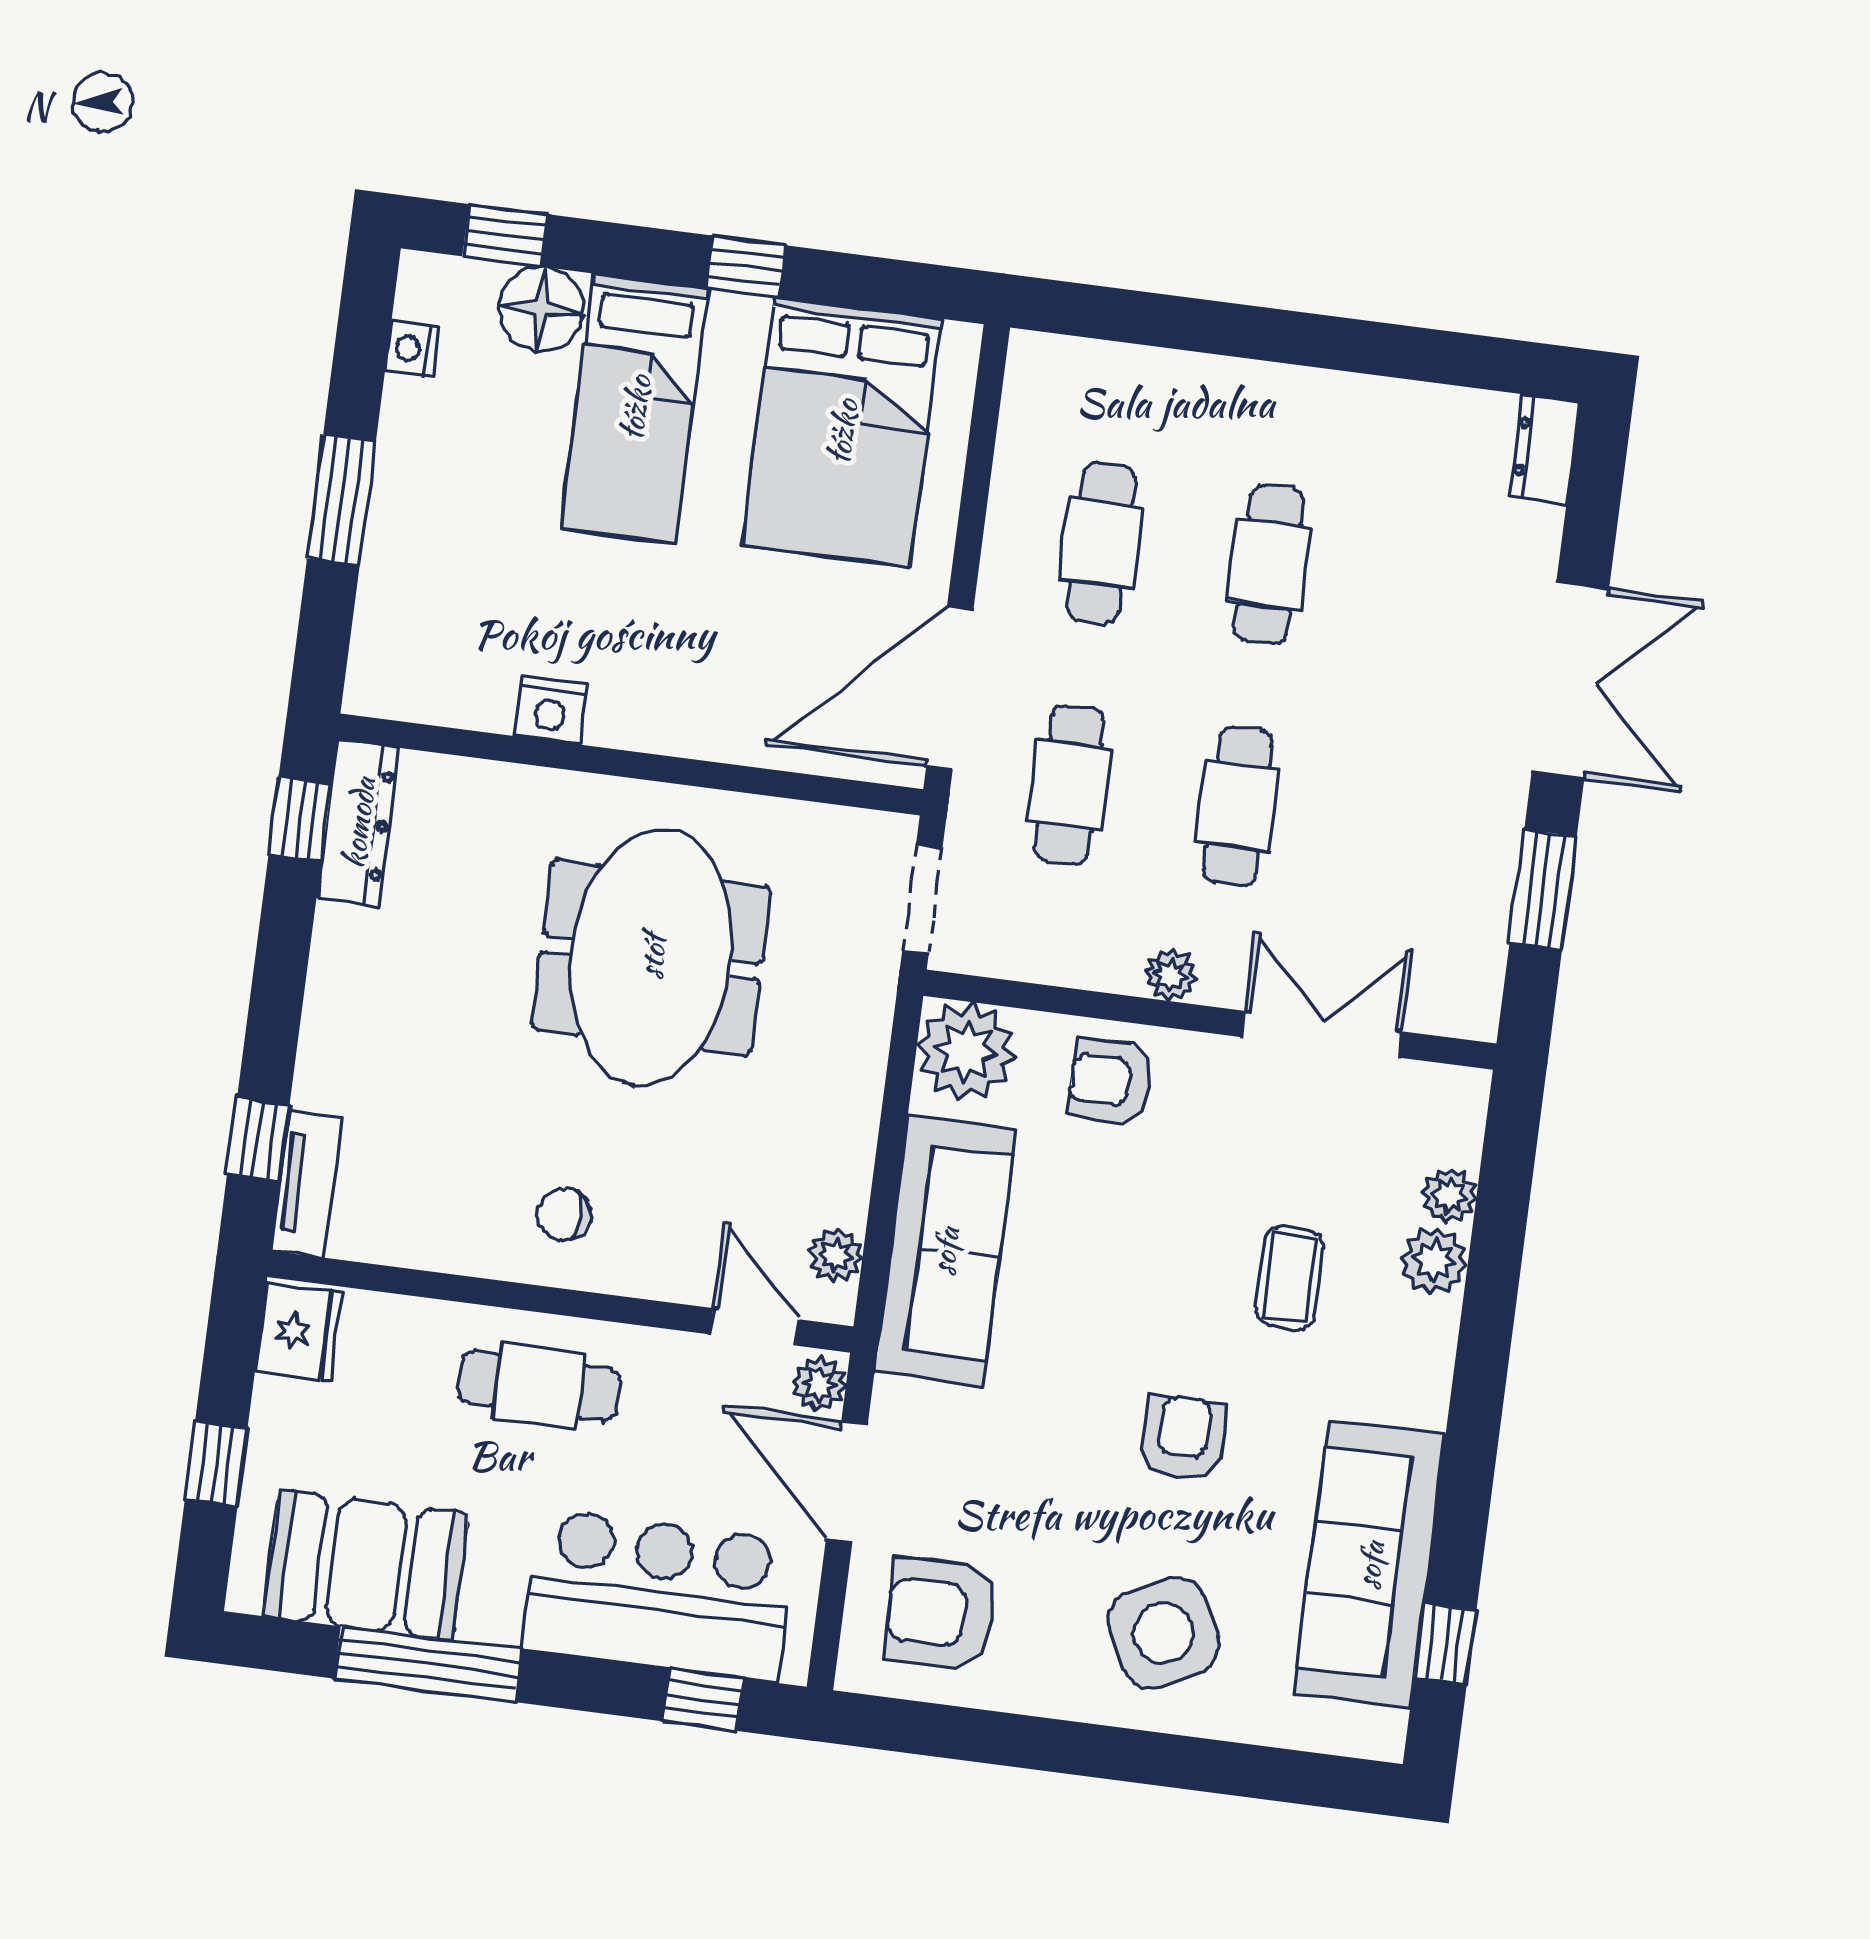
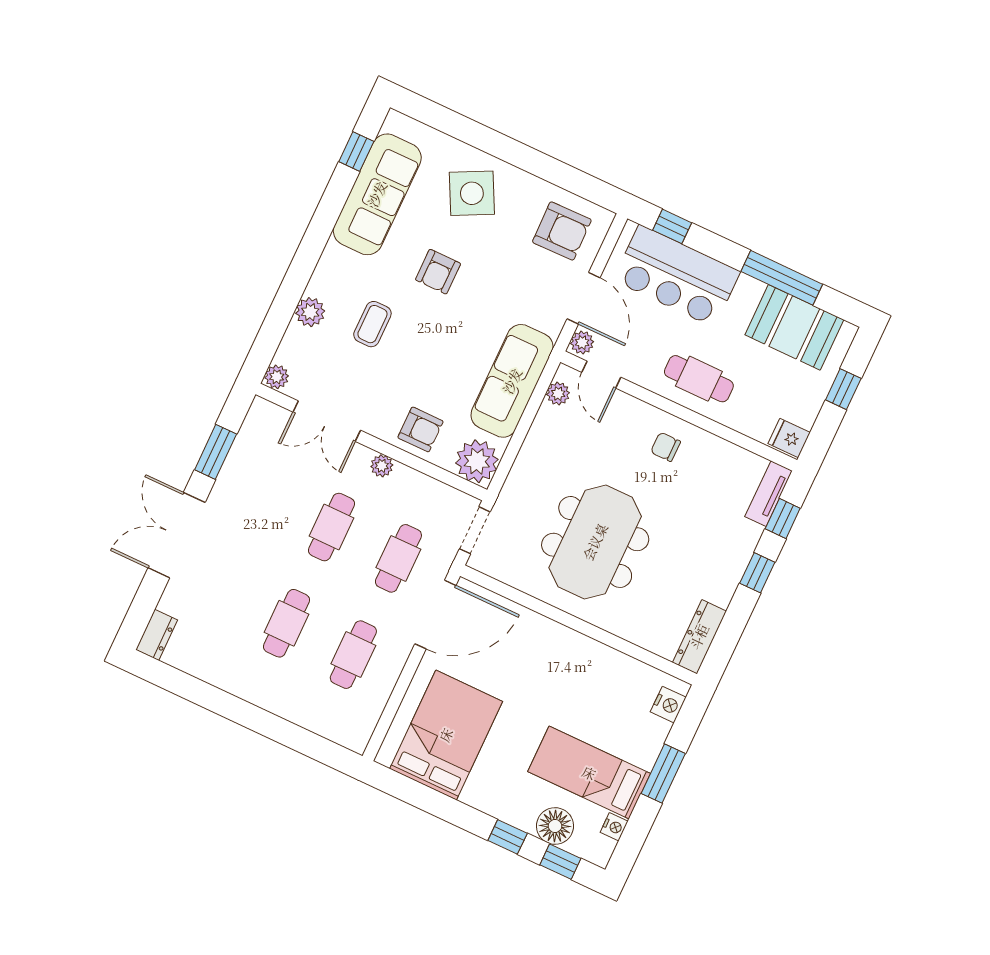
window: (746, 267) -> (508, 837), moved
bed: (635, 408) -> (589, 773), moved, turned -90
nightstand: (550, 710) -> (668, 705), moved, turned 90
window: (300, 819) -> (757, 573), moved
plant: (1449, 1195) -> (277, 377), moved
chair: (564, 1214) -> (666, 447), turned 180
fridge: (299, 1332) -> (789, 438), width x0.72

